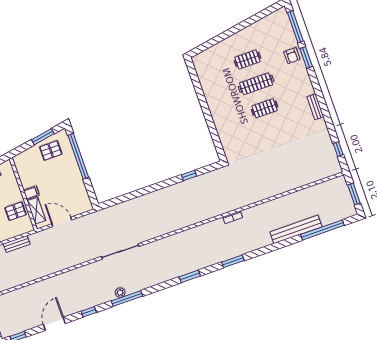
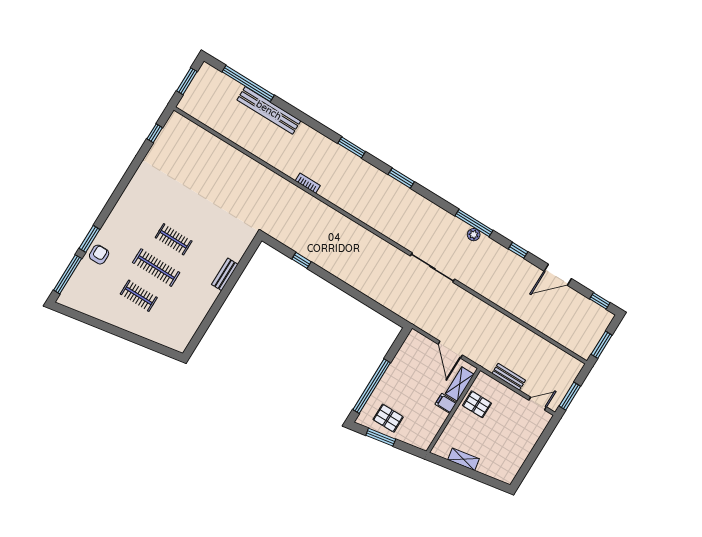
bench: (315, 107) -> (225, 274), moved

